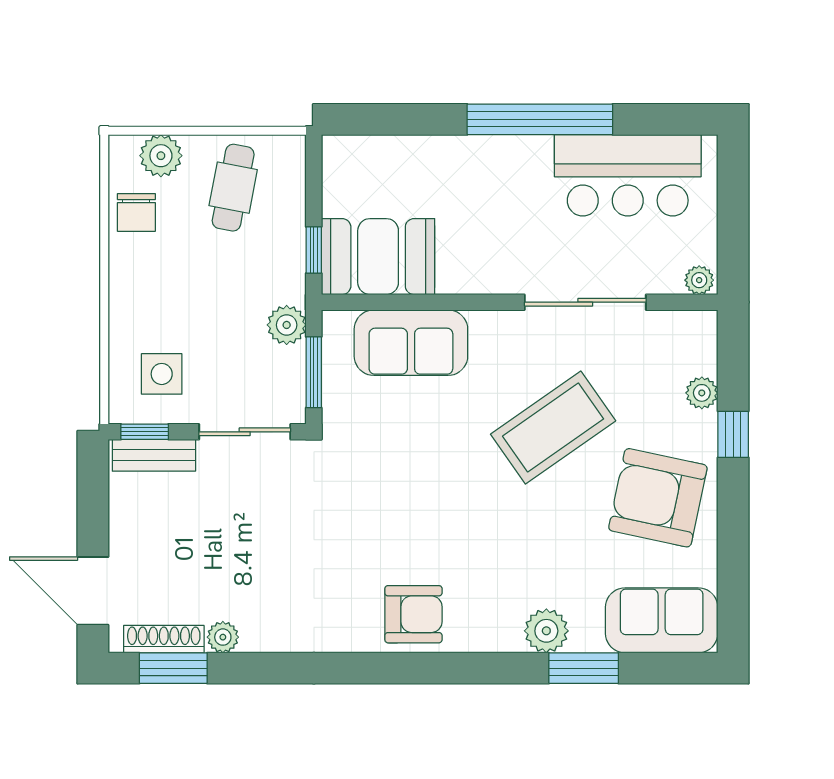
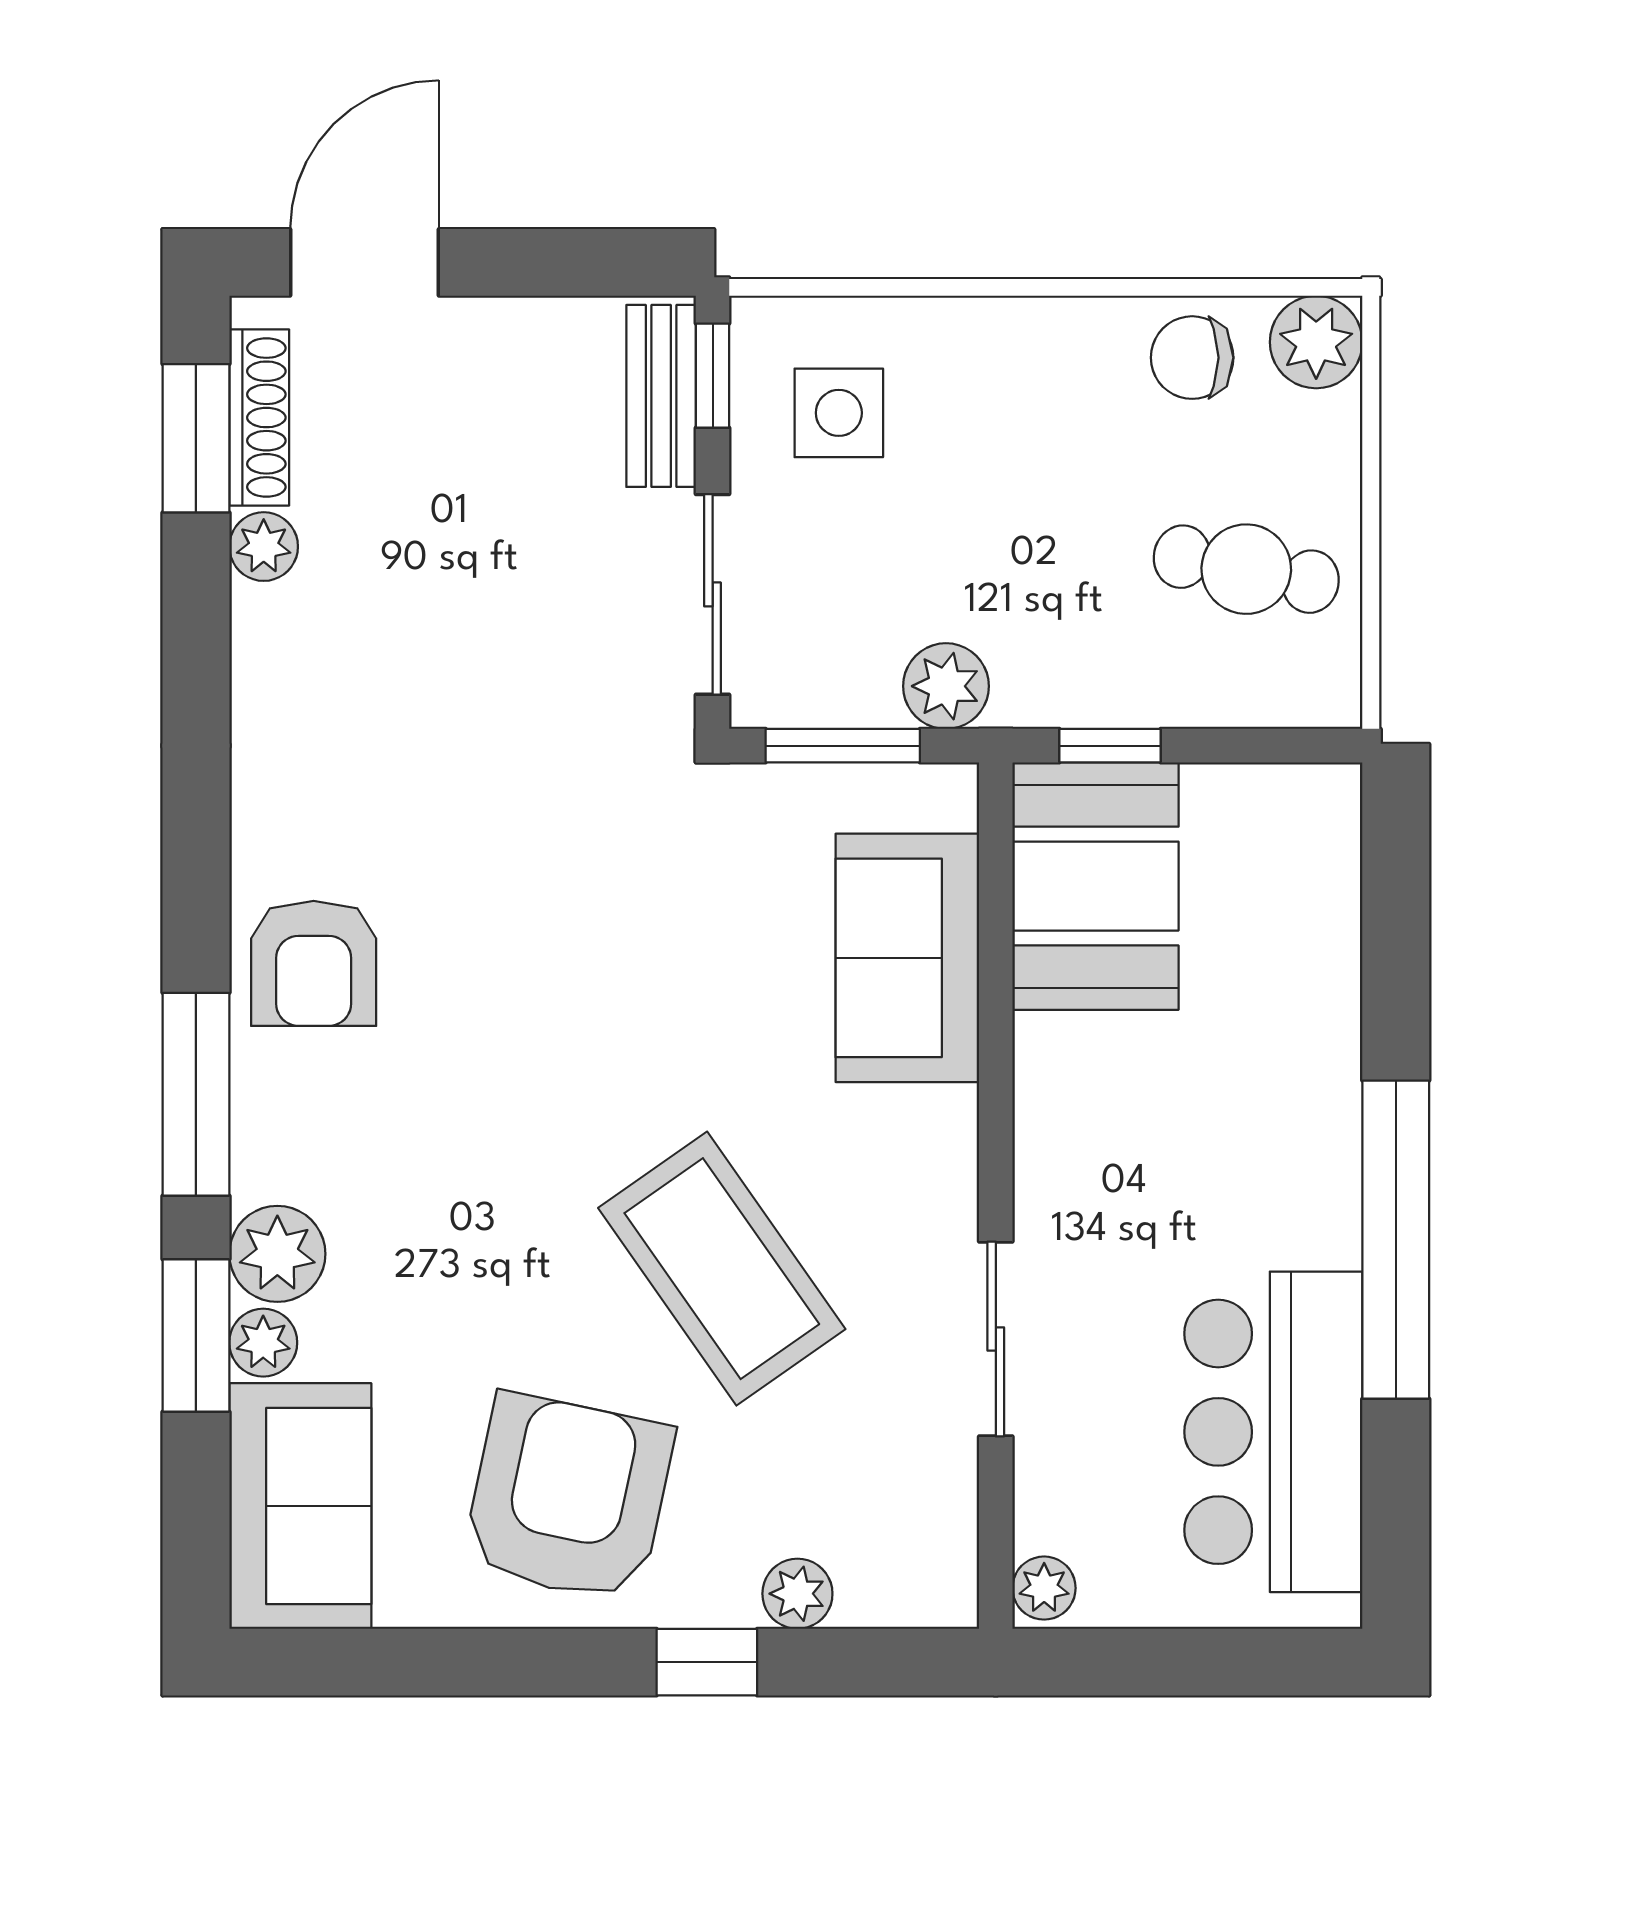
plant: (161, 156) -> (1316, 342), moved
sliding door: (585, 302) -> (996, 1339), width x0.73
plant: (587, 637) -> (263, 1343), added
window: (473, 668) -> (196, 1094), added

